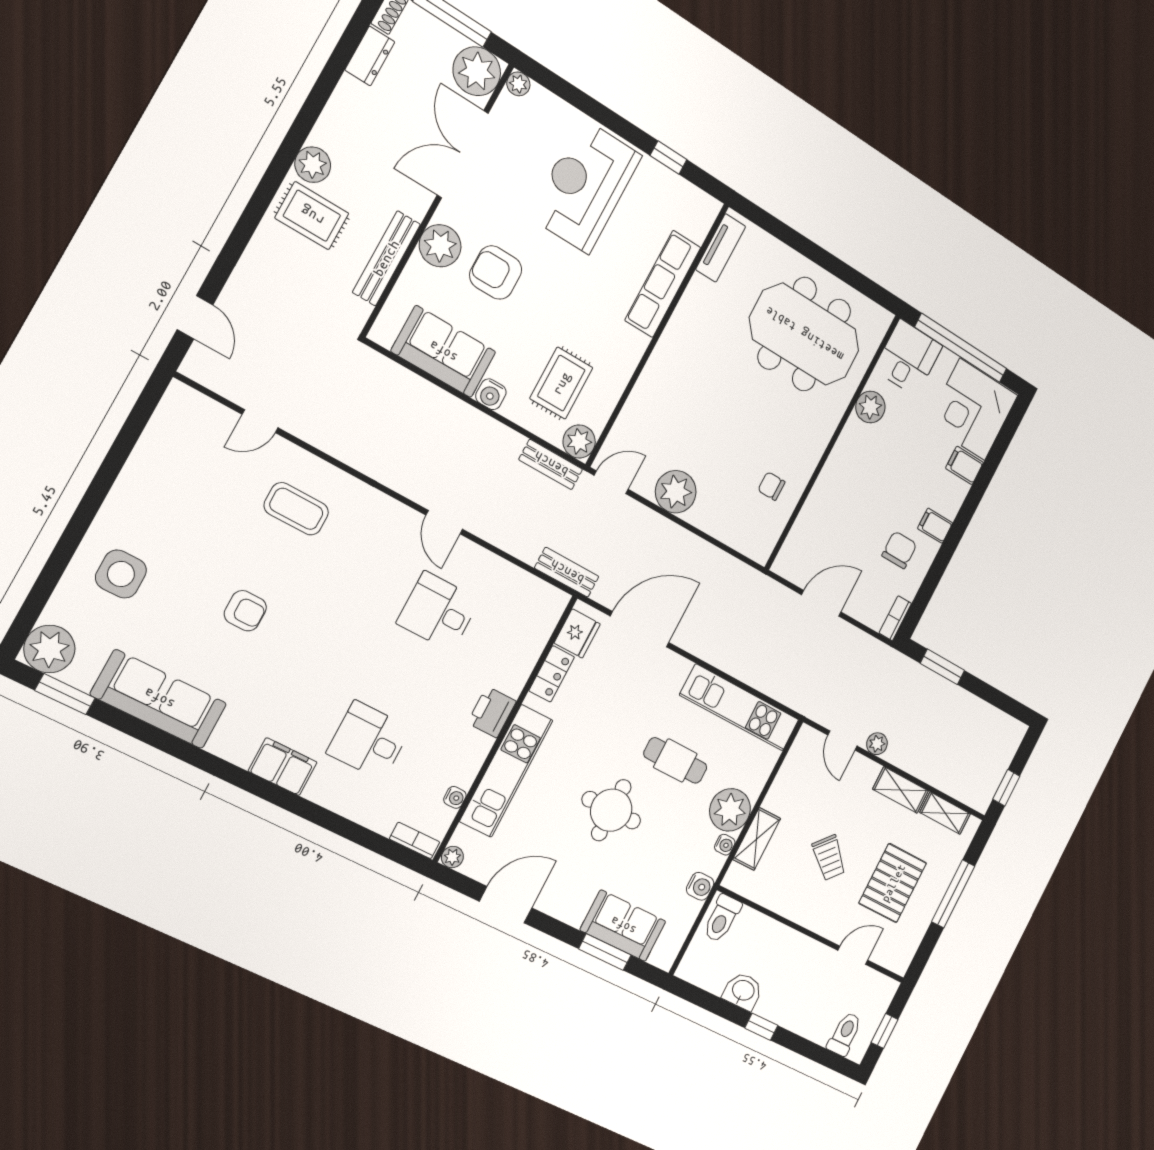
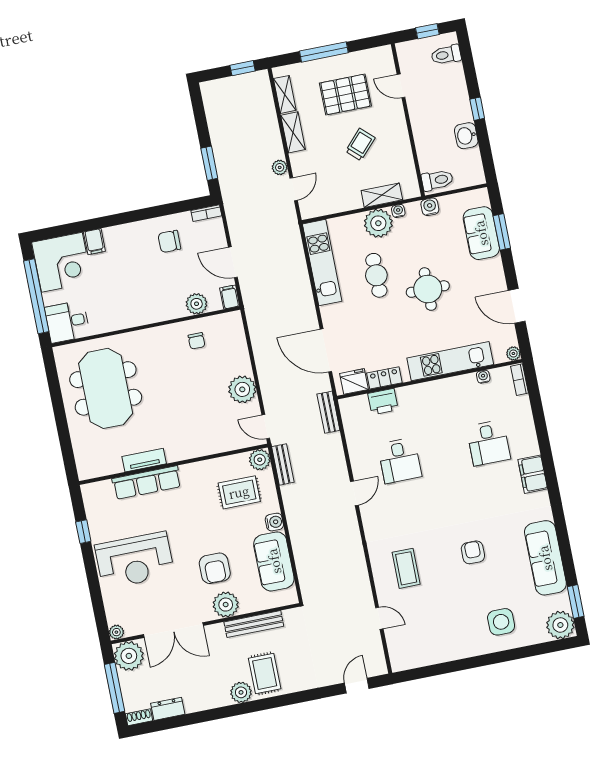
tv unit: (721, 248) -> (144, 460), moved
plant: (870, 407) -> (197, 304), moved
filing cabinet: (935, 526) -> (230, 297), moved, turned 180
printer: (492, 712) -> (383, 402), moved

